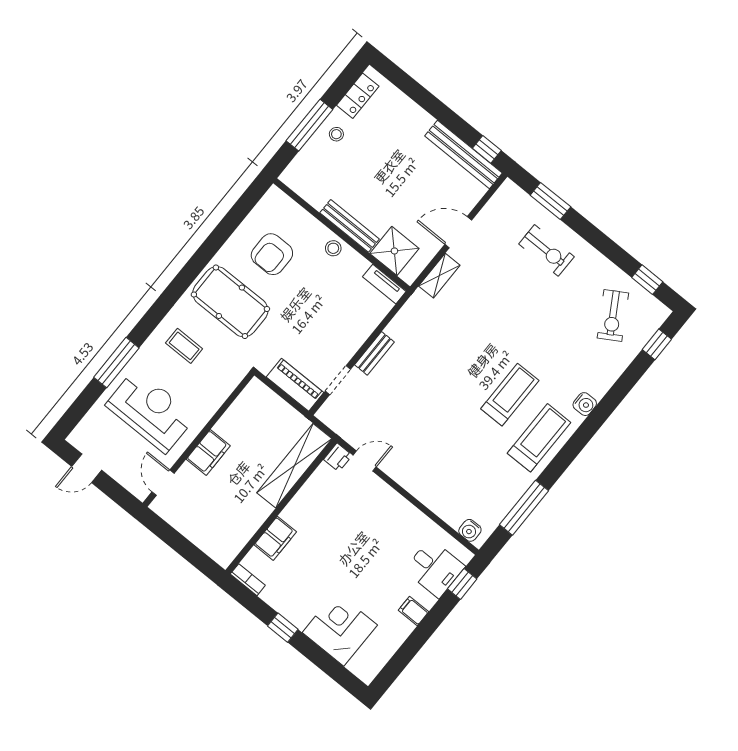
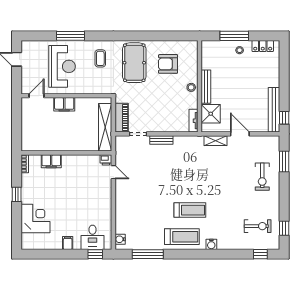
exercise bike: (613, 315) -> (258, 226), turned -149
shelving: (294, 466) -> (105, 127), moved, turned 90

